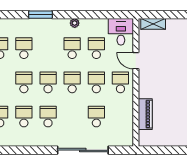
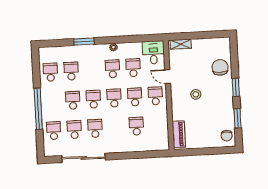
stool: (168, 83) -> (196, 94), added
piano: (145, 114) -> (179, 134), moved
sliding door: (83, 150) -> (84, 158), moved

